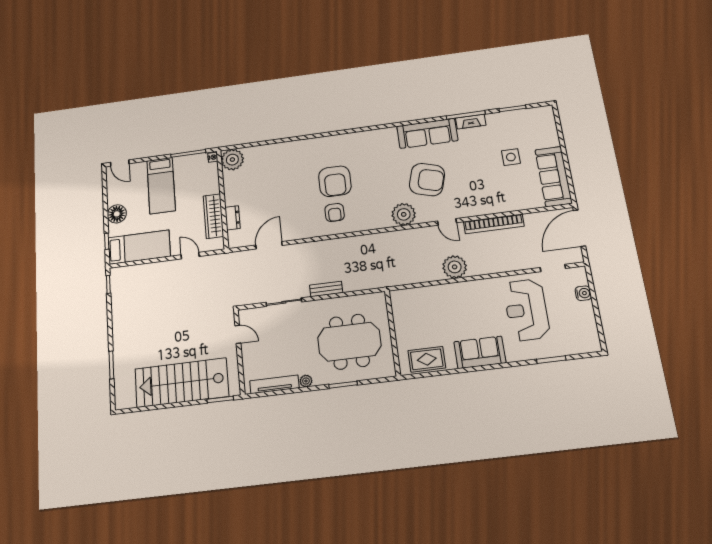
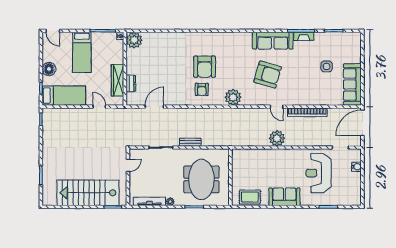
plant: (404, 214) -> (233, 97), moved
door: (238, 334) -> (128, 165), hinge flipped
meeting table: (349, 342) -> (201, 179), turned 90

